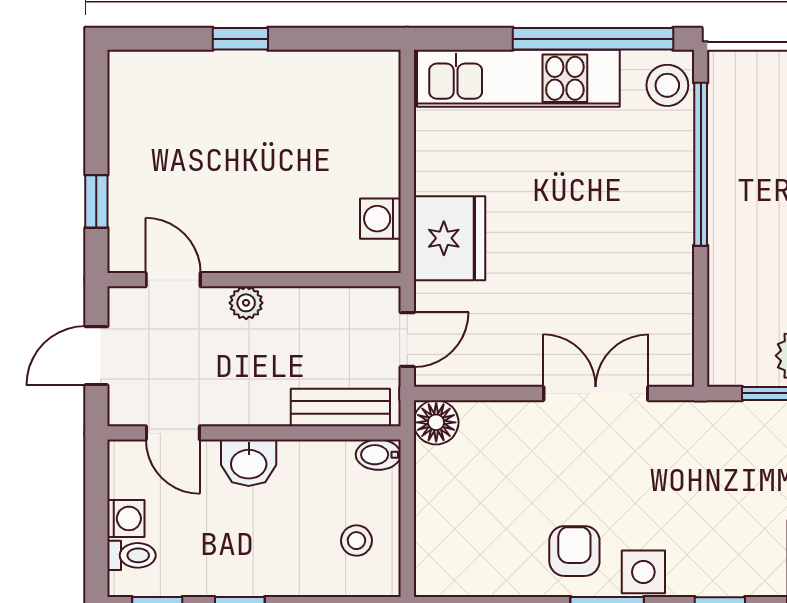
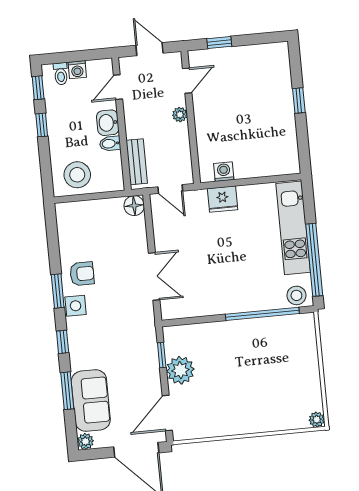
fridge: (449, 238) -> (223, 199), width x0.73, depth x0.75
bidet: (378, 455) -> (110, 144), moved, turned -90
stool: (356, 541) -> (77, 175), width x1.89, depth x1.89

